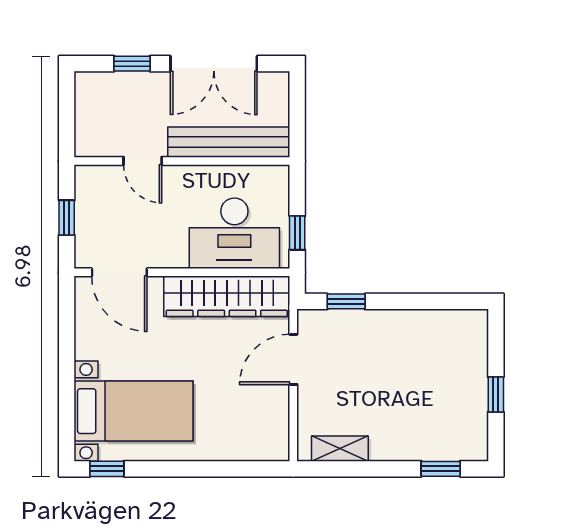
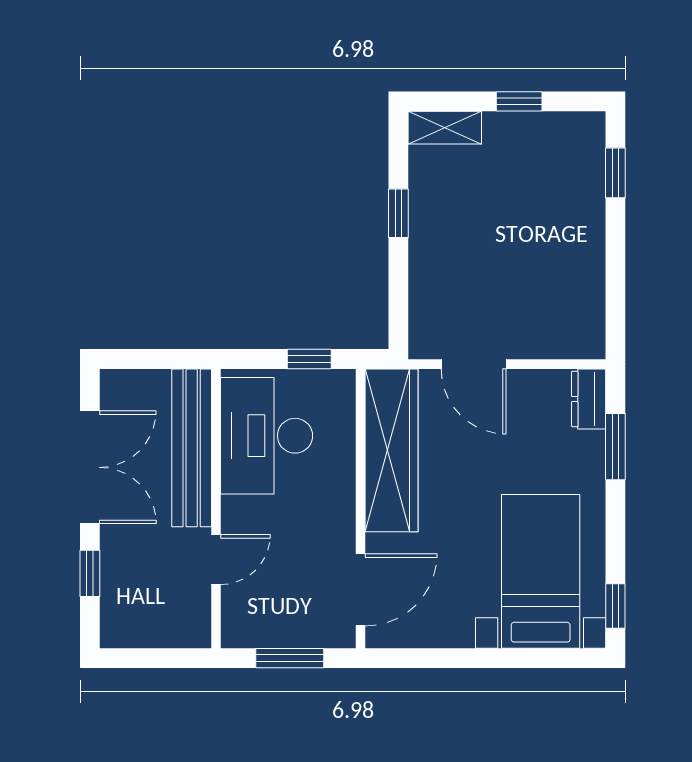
window: (67, 218) -> (290, 658), width x1.50
desk: (234, 233) -> (267, 436), moved, turned 180
window: (346, 301) -> (398, 213), moved
dresser: (266, 448) -> (589, 399), added
shelving: (340, 449) -> (445, 128), moved, turned 90
window: (230, 469) -> (615, 447), added

